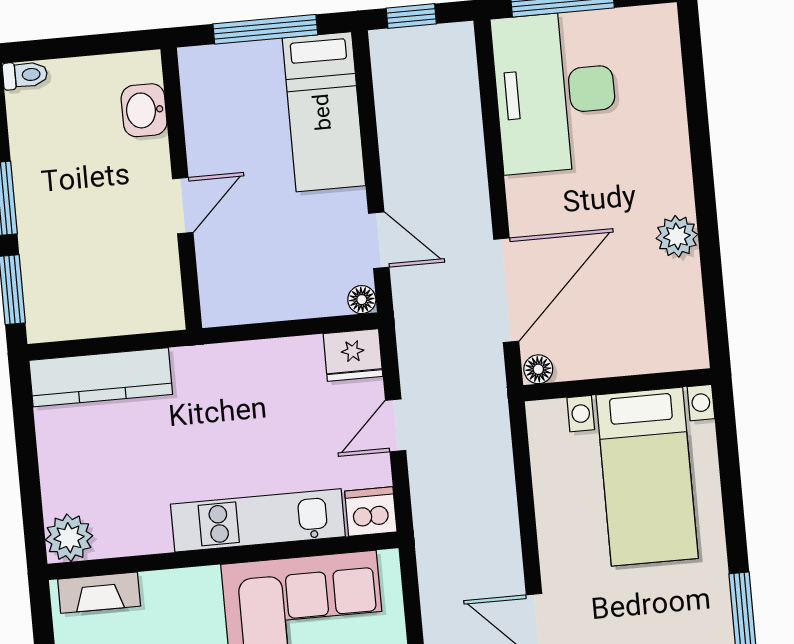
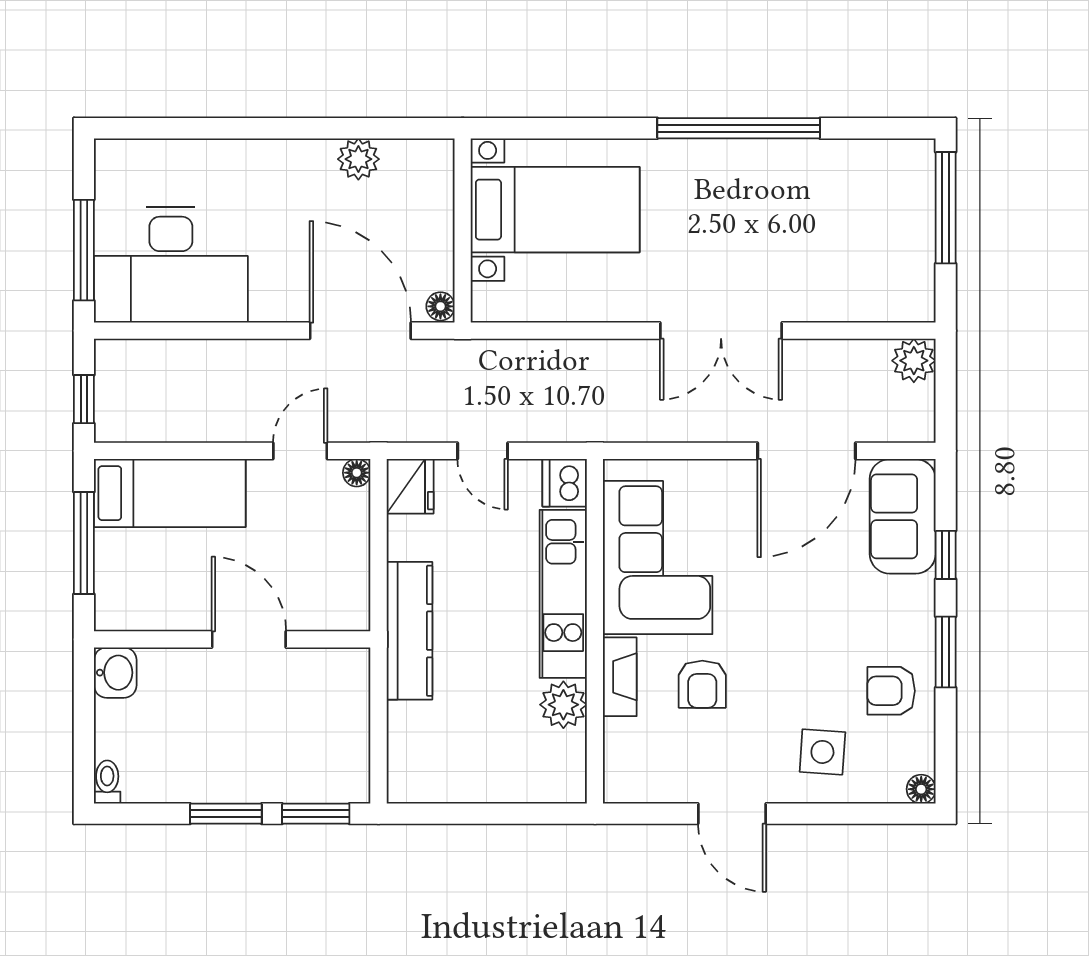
washbasin: (144, 110) -> (115, 673), moved, turned -90
door: (183, 206) -> (249, 639), width x1.38
plant: (677, 236) -> (358, 159), moved
kitchen counter: (101, 377) -> (409, 631), moved
plant: (69, 538) -> (563, 705), moved
fireplace: (99, 593) -> (620, 677), moved

